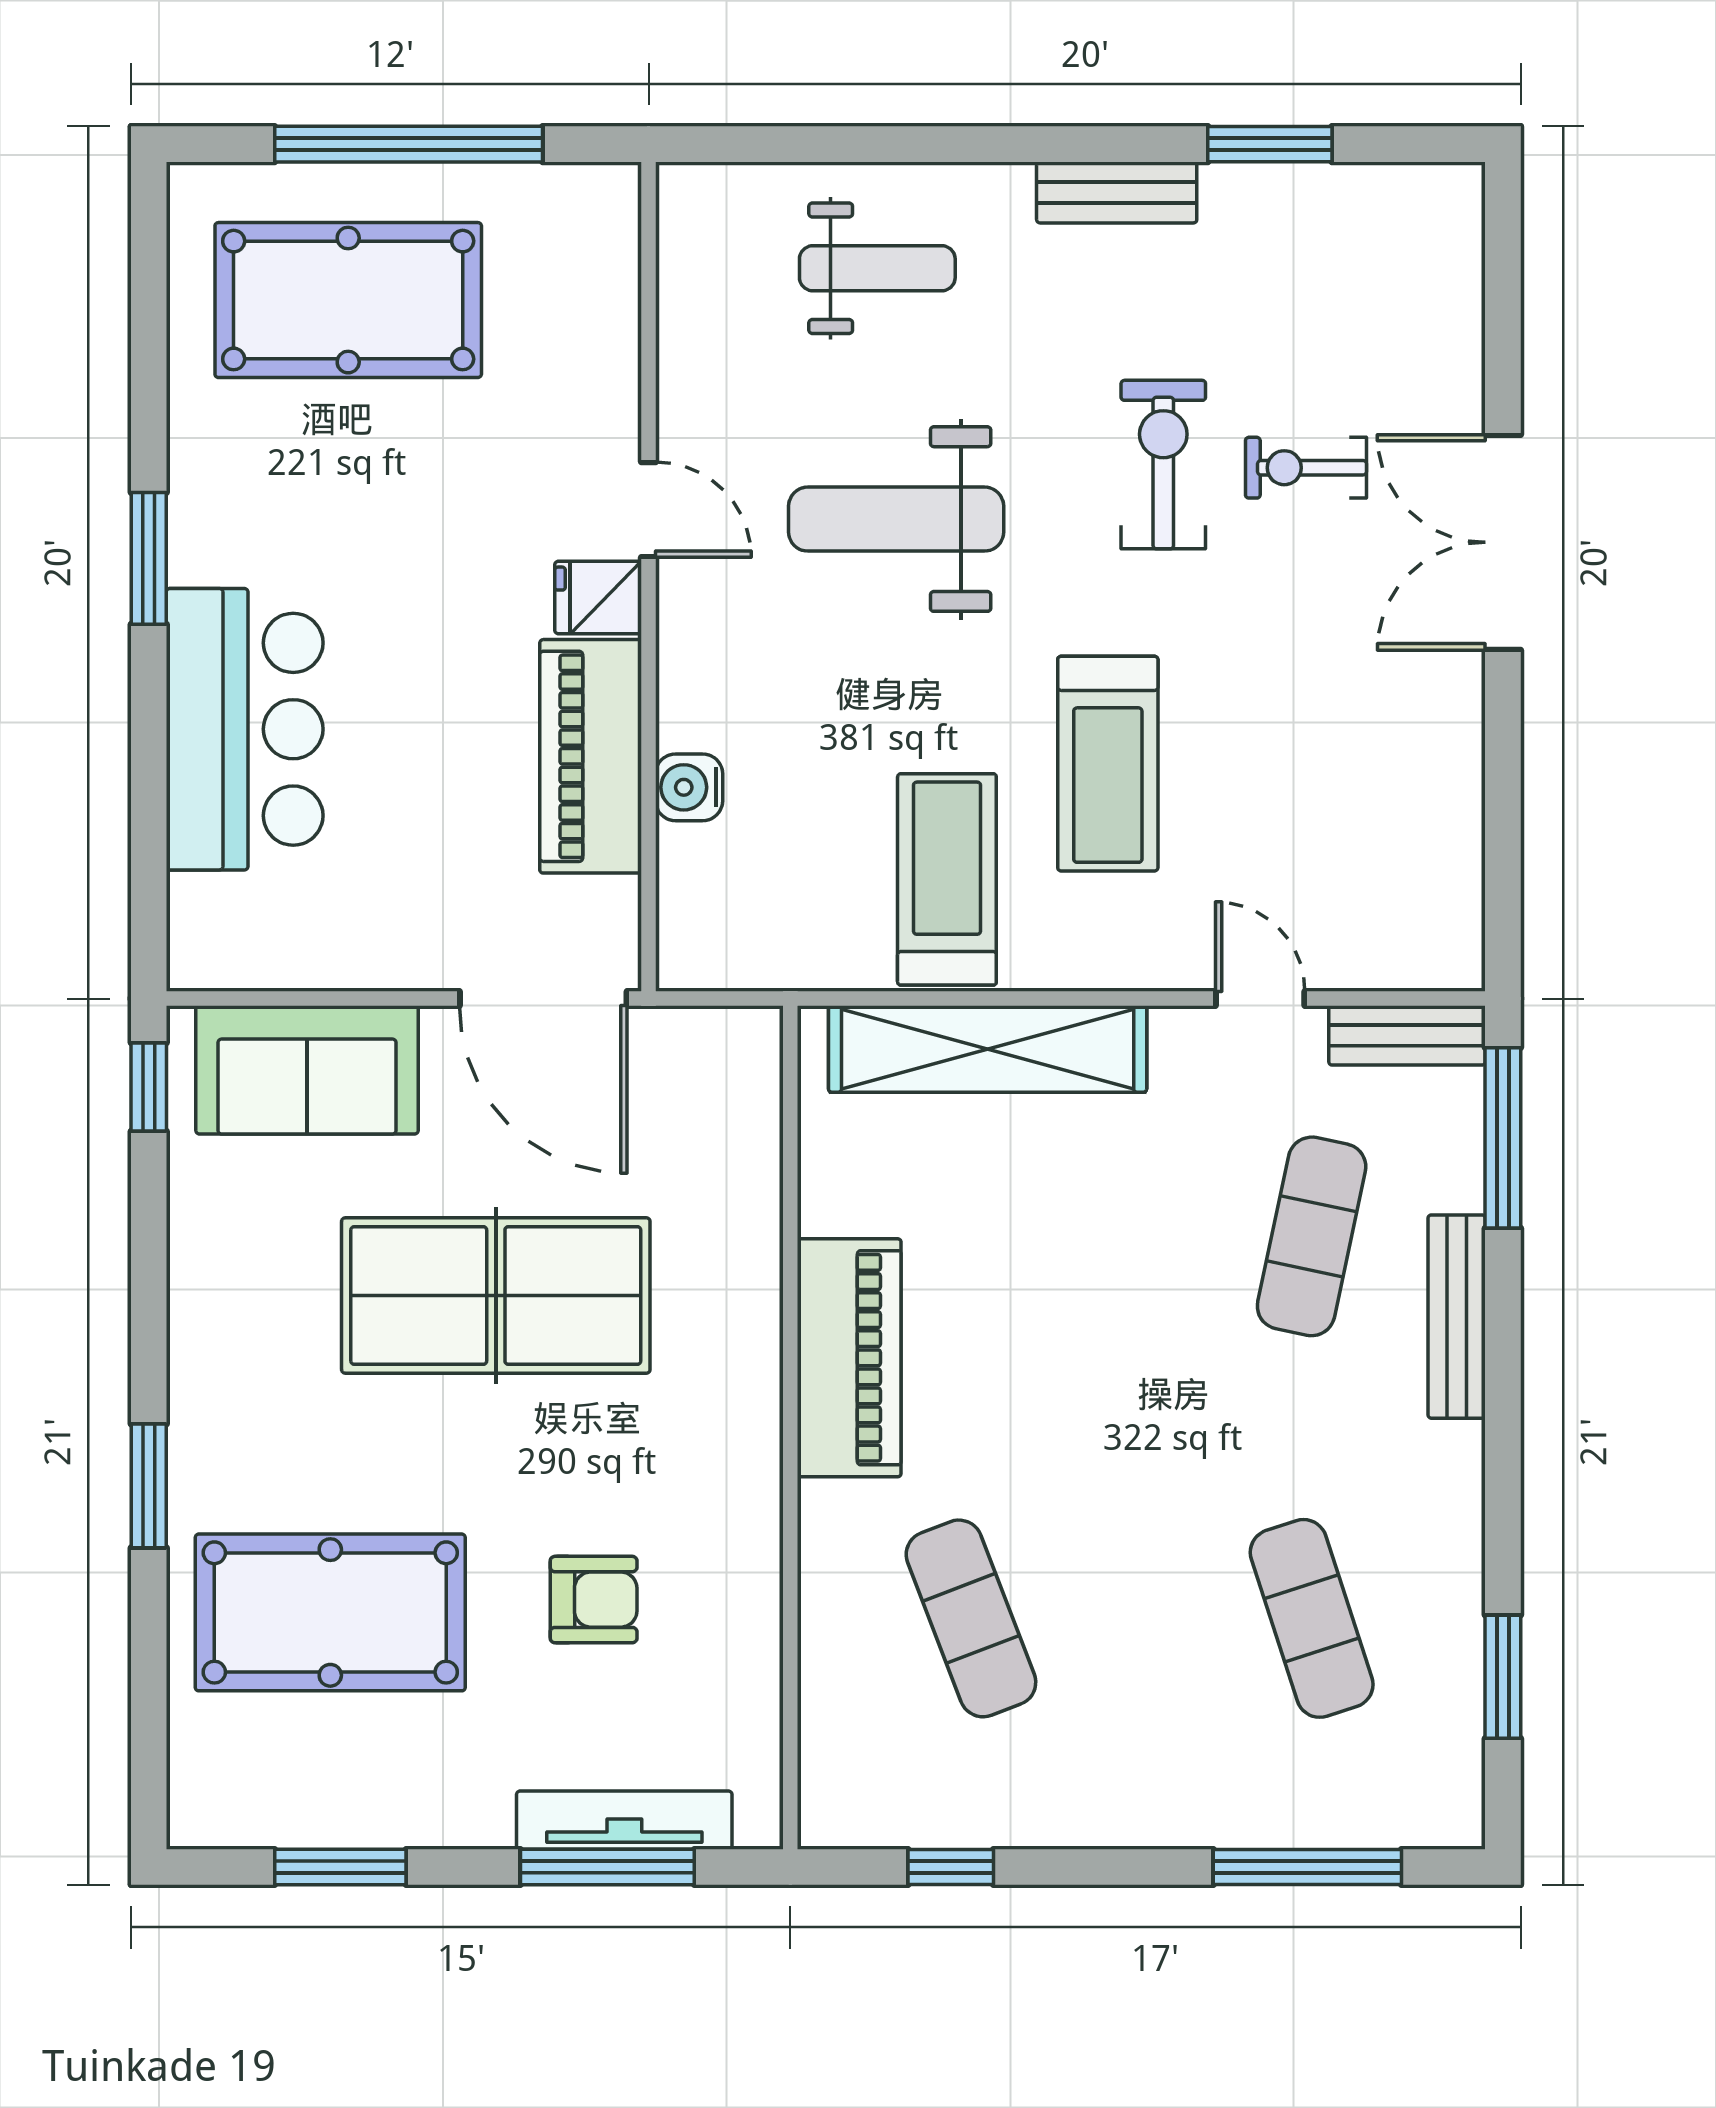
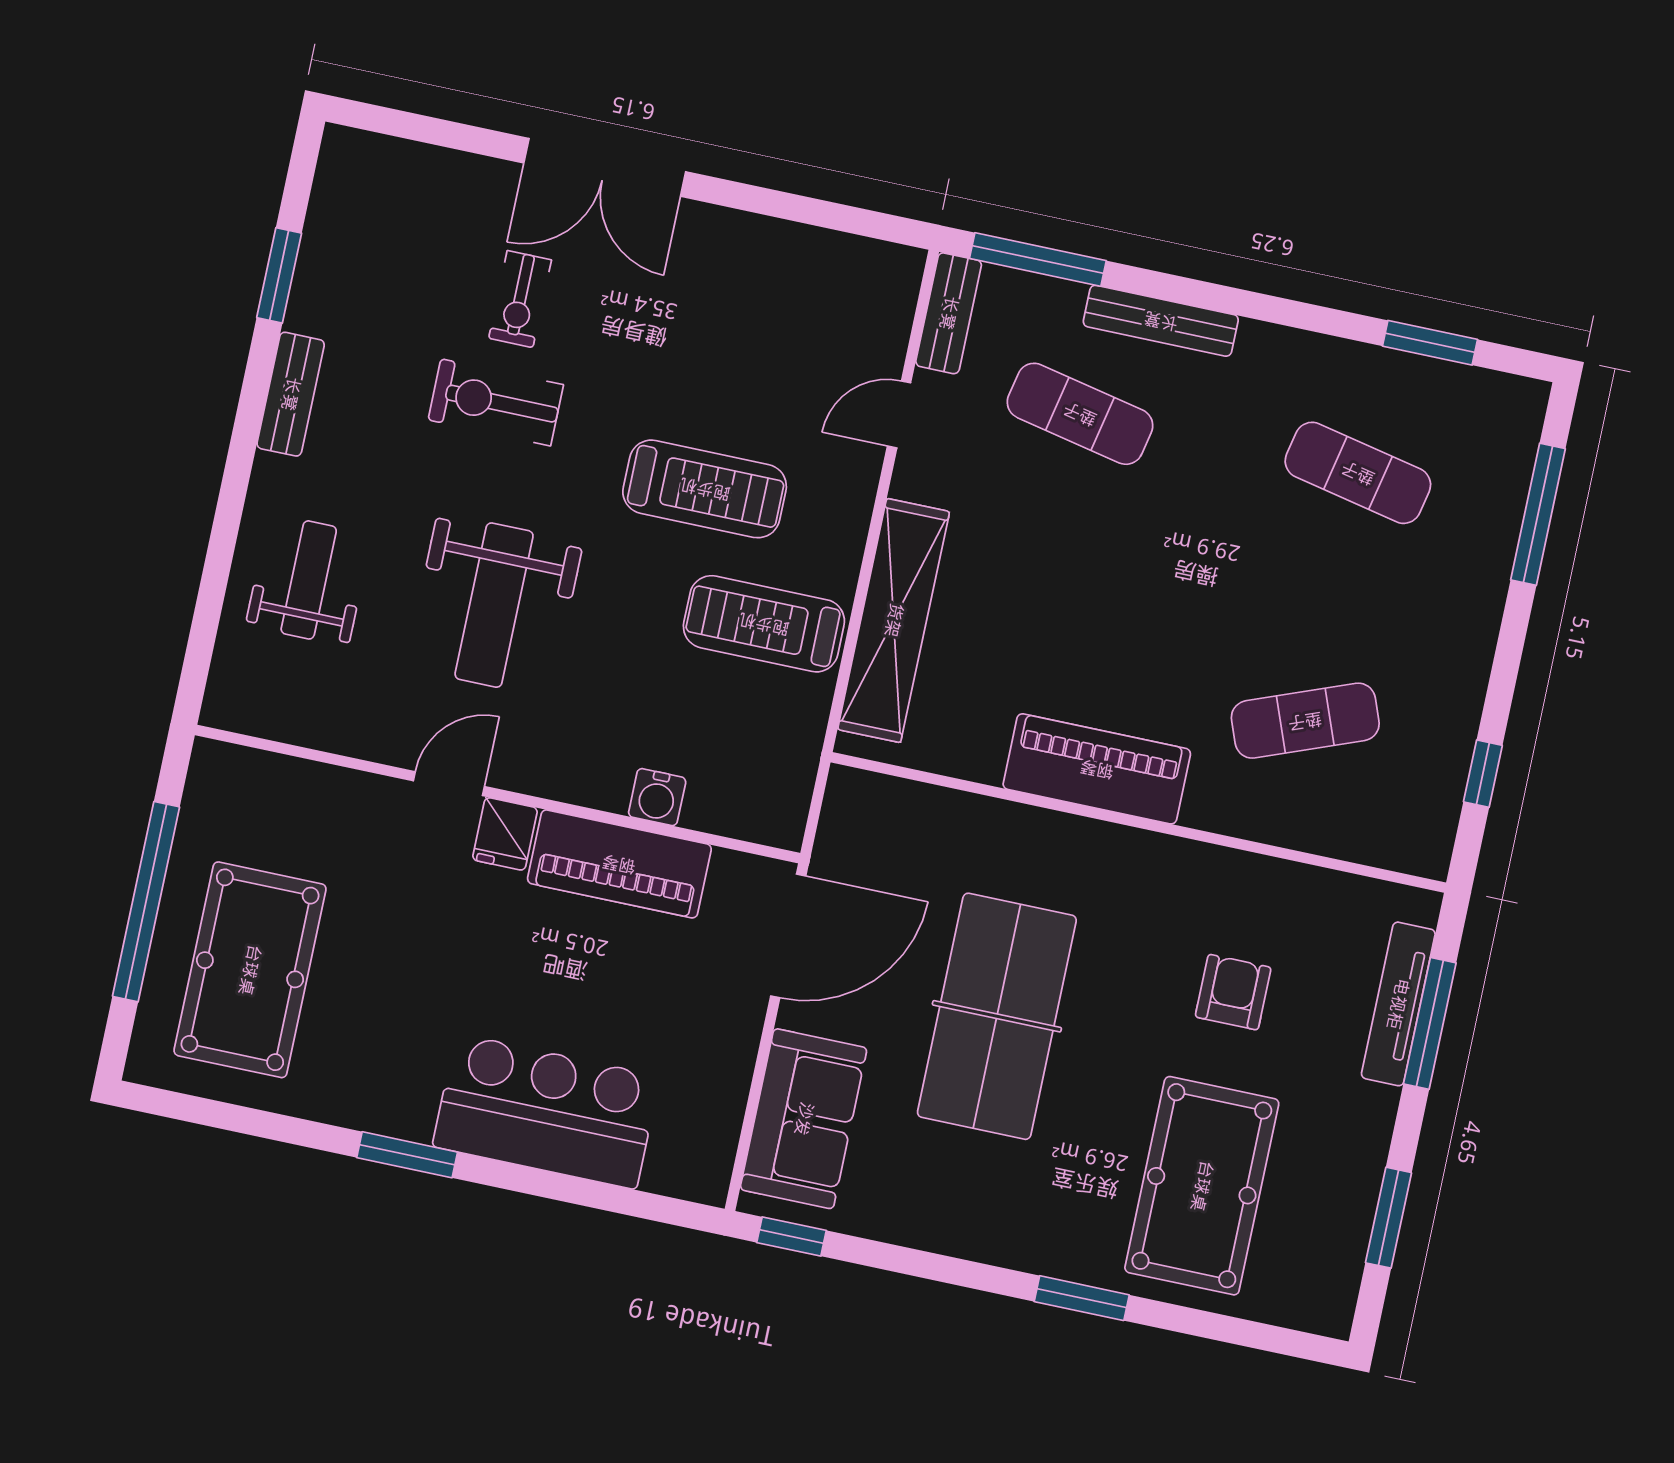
exercise mat: (1312, 1618) -> (1358, 473), turned 30

